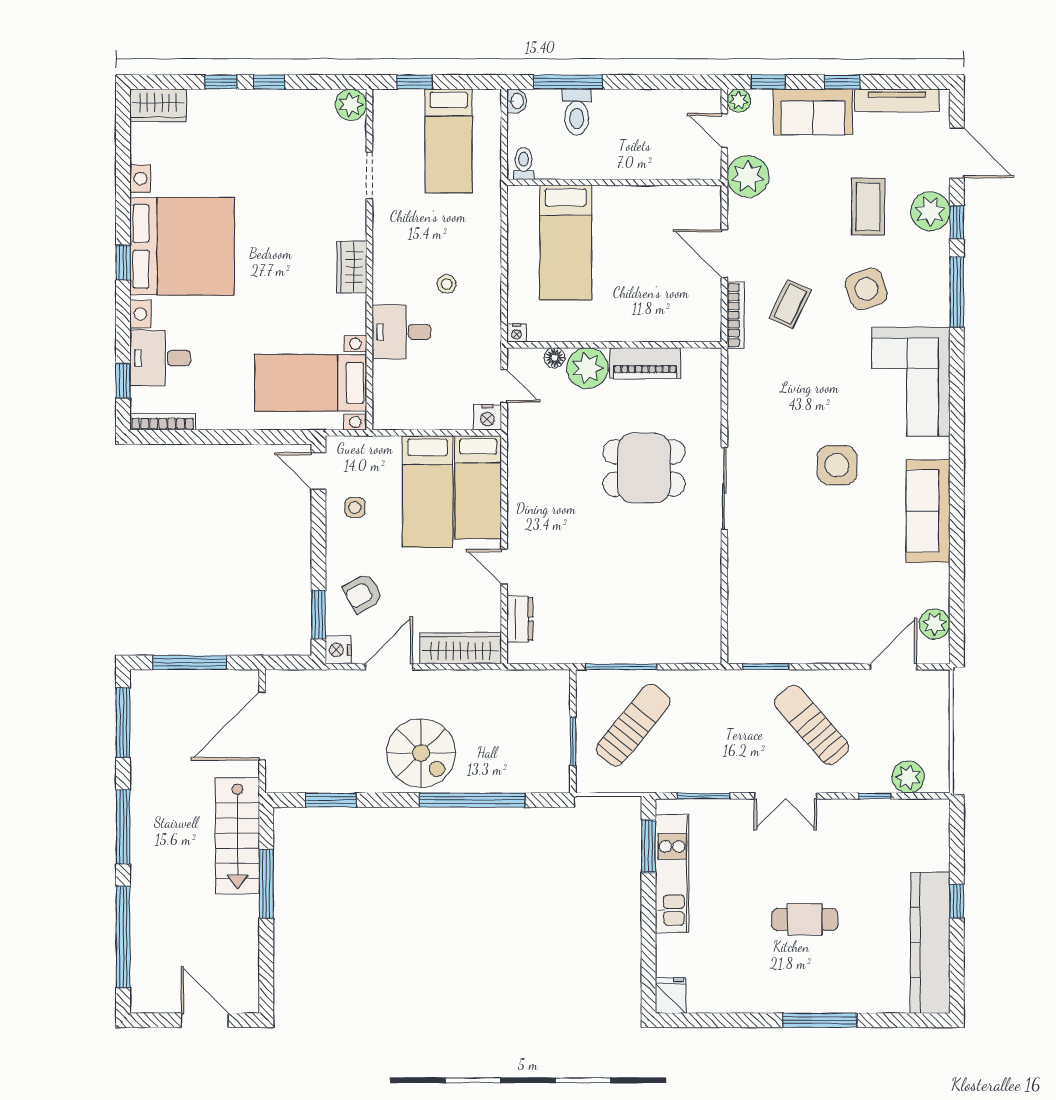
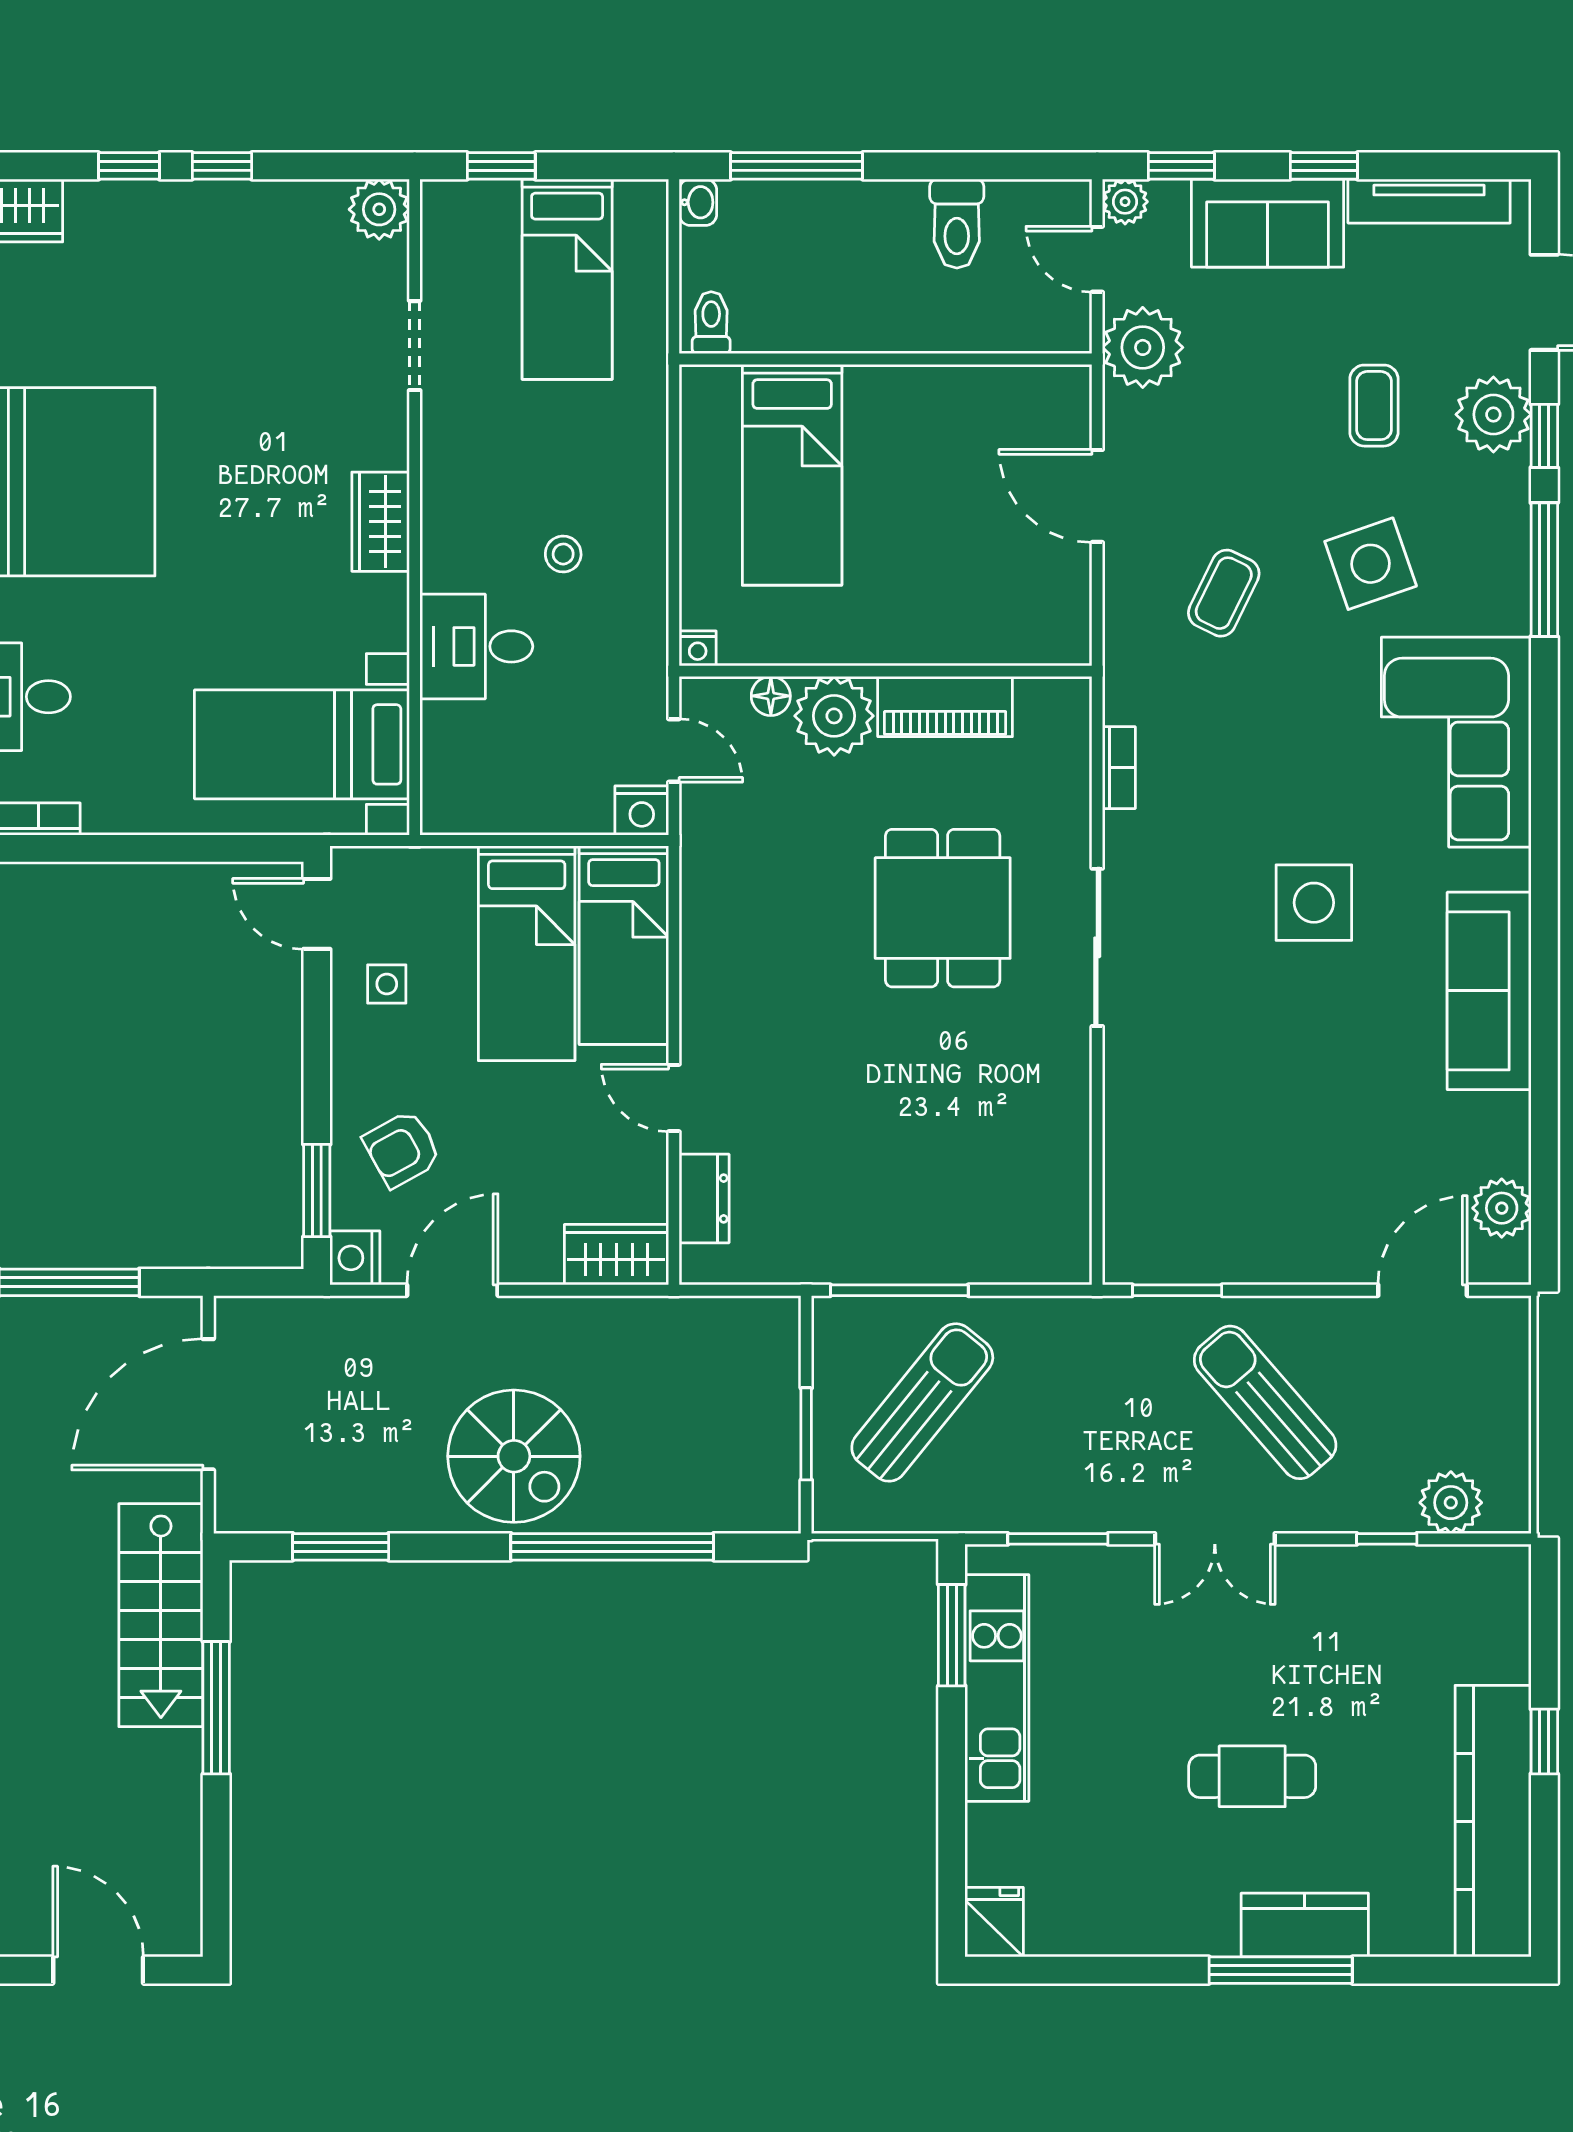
toilet: (577, 112) -> (957, 224), moved
coffee table: (868, 207) -> (1374, 406), width x0.73, depth x0.77
bookcase: (736, 315) -> (1119, 768), moved, width x0.64
dining table: (644, 468) -> (943, 908), turned 90
wardrobe: (461, 648) -> (616, 1255), width x0.67
kitchen counter: (832, 997) -> (1305, 1925), added

